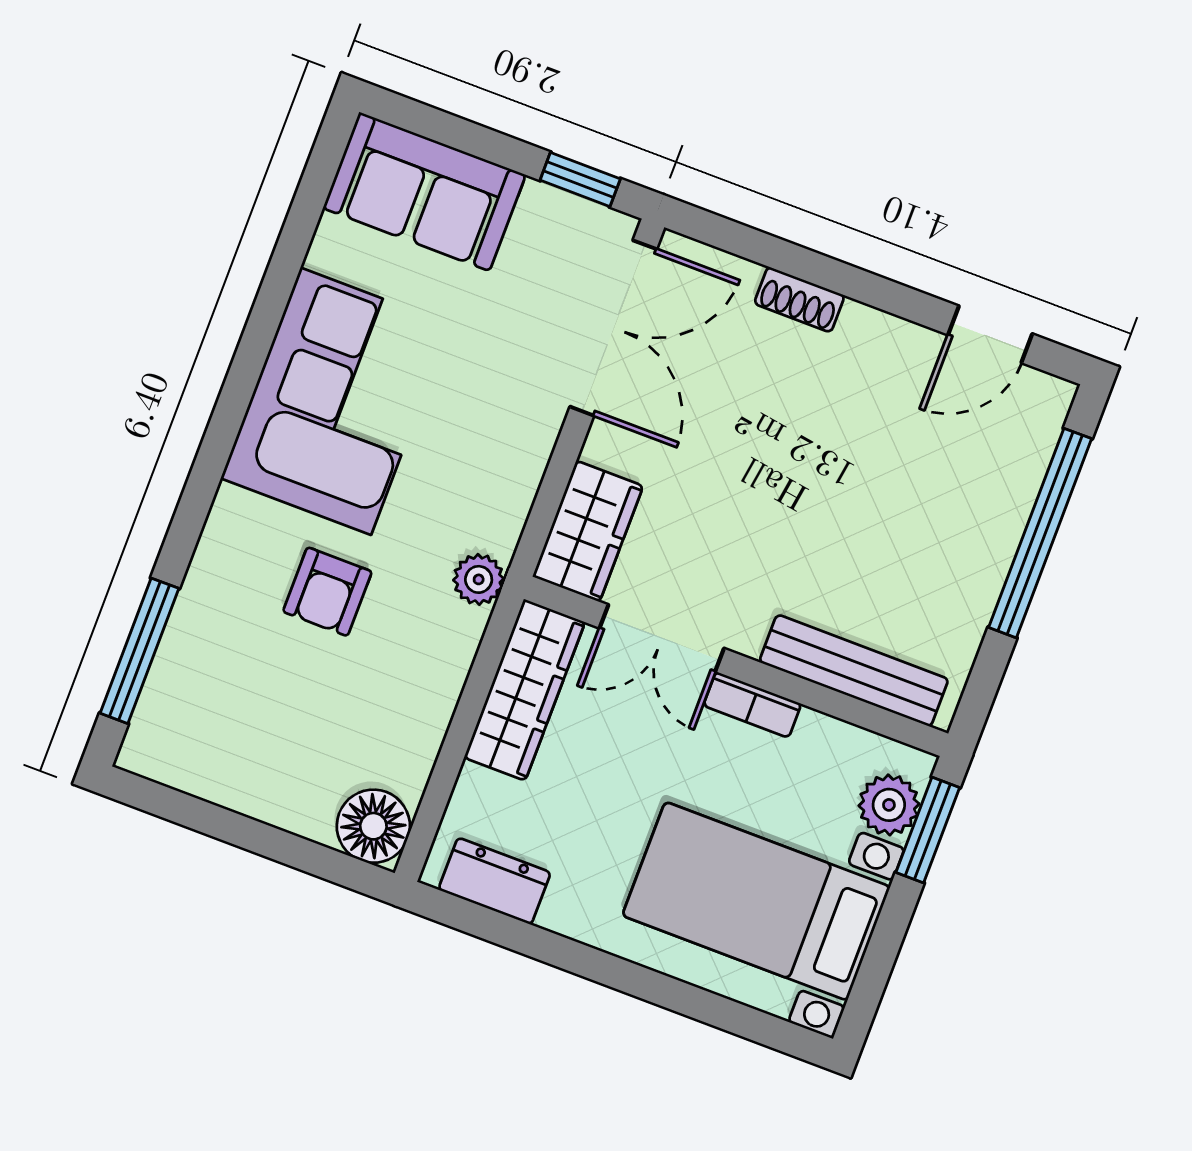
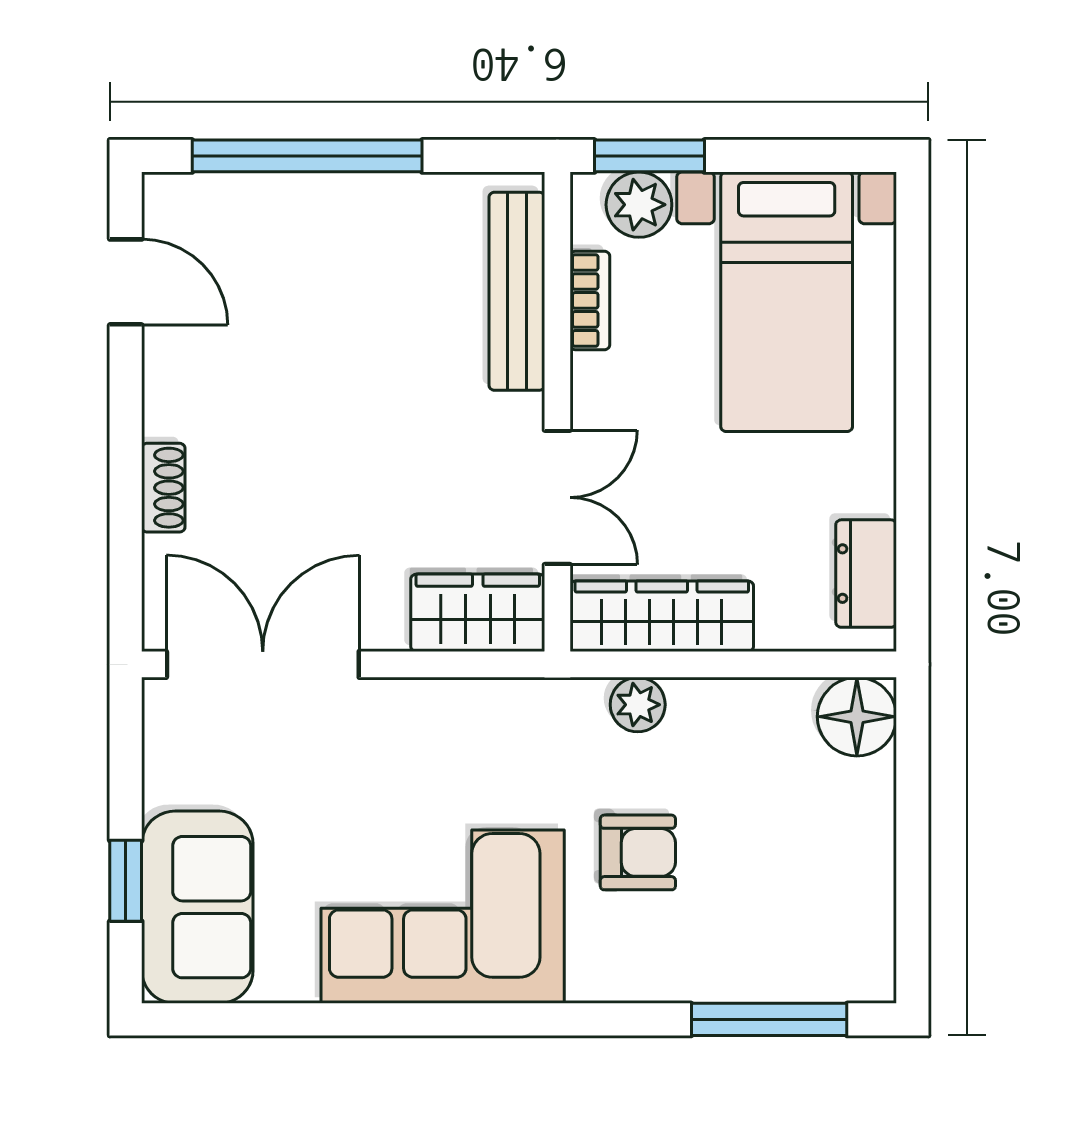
window: (580, 179) -> (126, 881), moved
plant: (479, 579) -> (638, 705), moved
bookcase: (752, 705) -> (590, 300), moved

